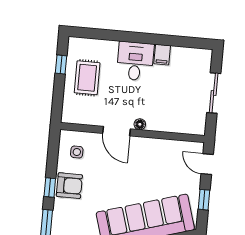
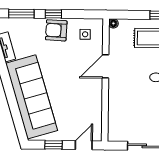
floor lamp: (140, 124) -> (113, 23), moved
armchair: (69, 186) -> (56, 30), turned 93

